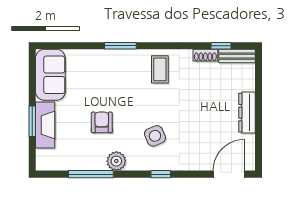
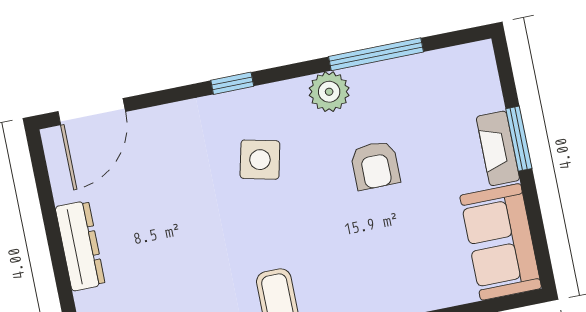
fireplace: (45, 125) -> (498, 148), width x0.73, depth x0.76
side table: (155, 136) -> (260, 160), turned 36

